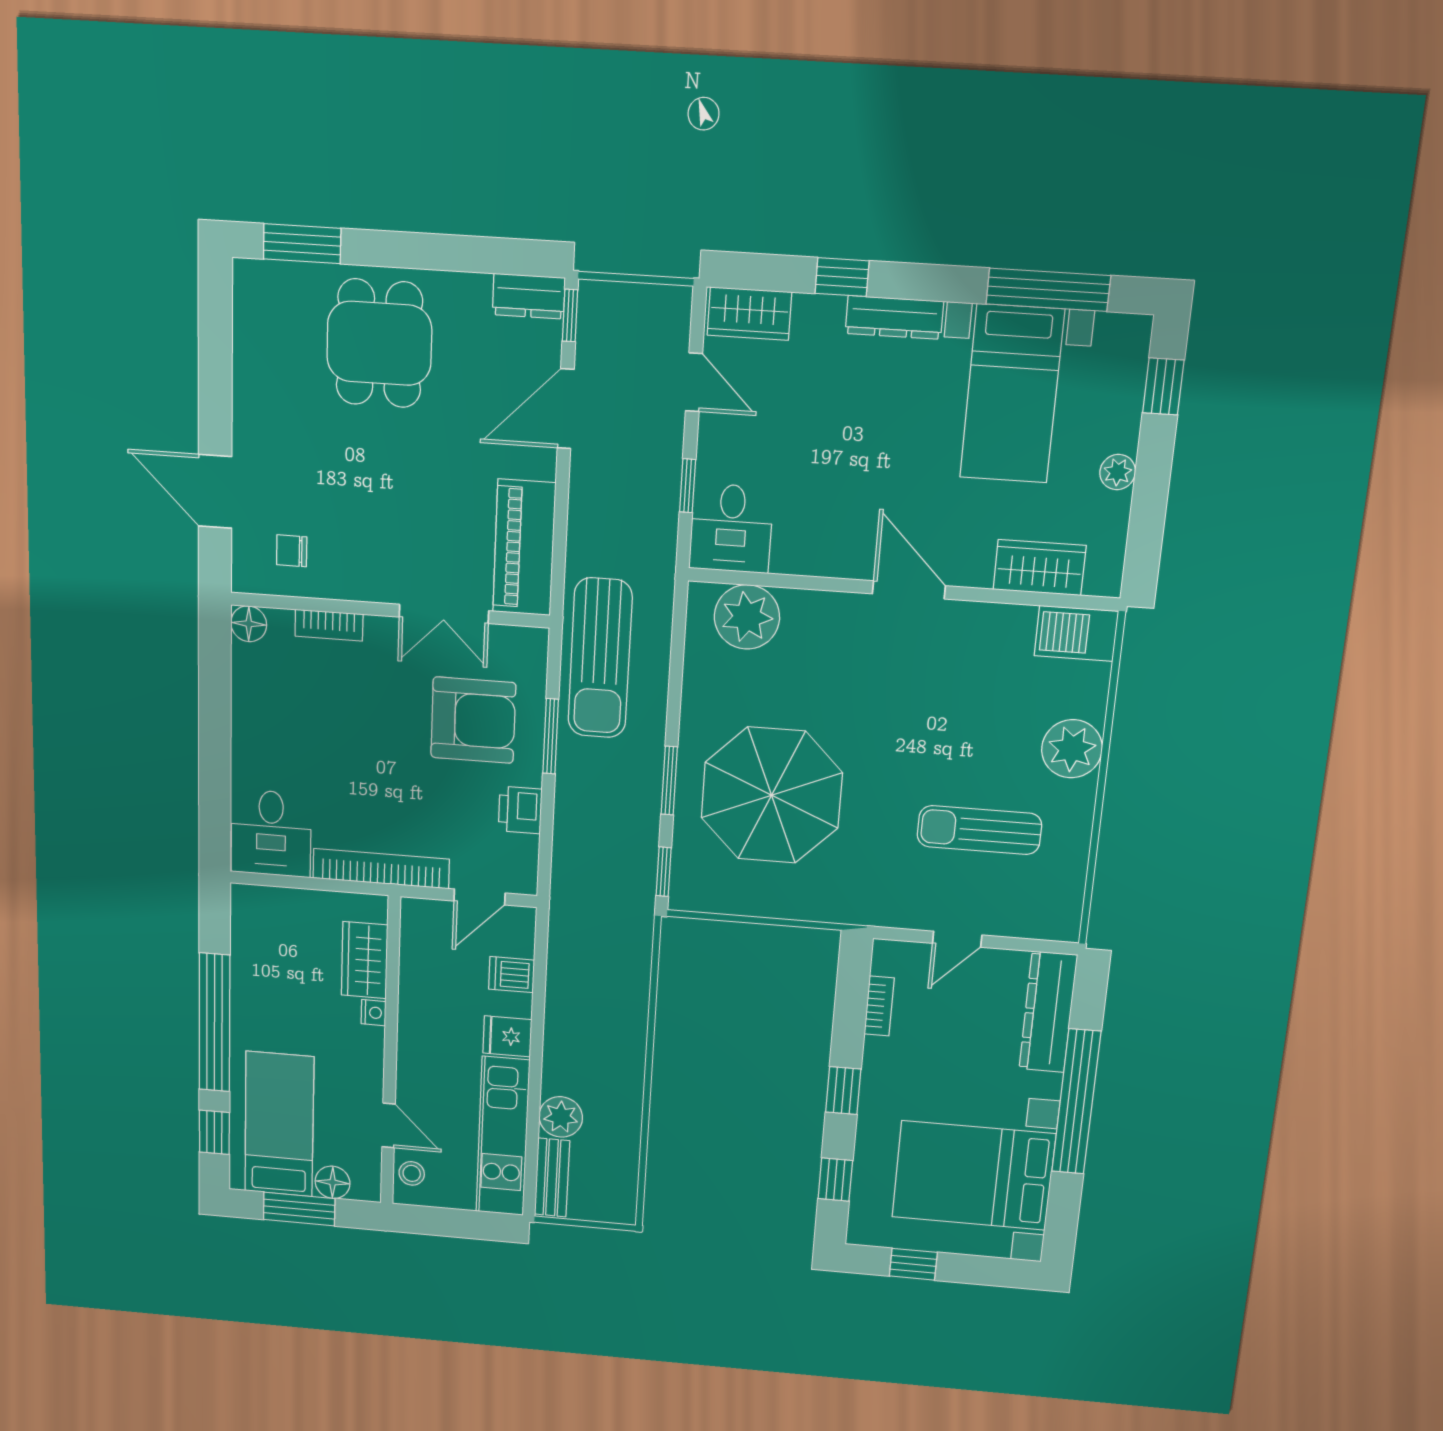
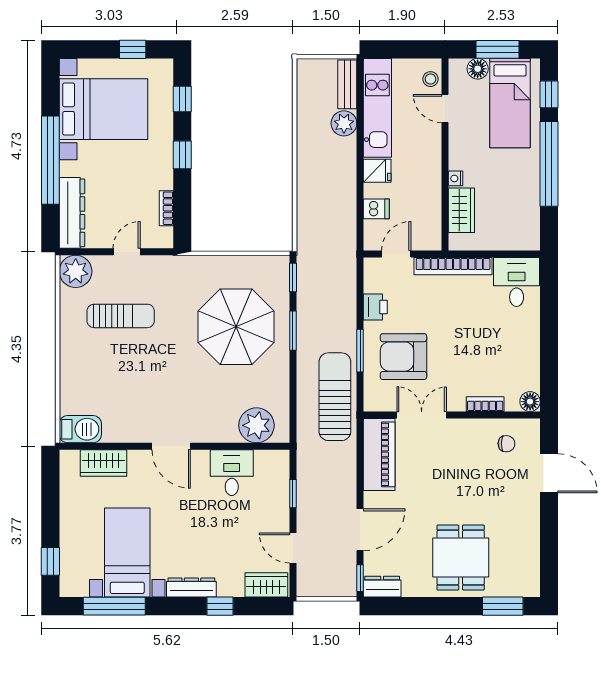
plant: (1118, 472) -> (68, 516), removed
desk: (731, 528) -> (232, 473), moved
plant: (1072, 749) -> (76, 271), moved

